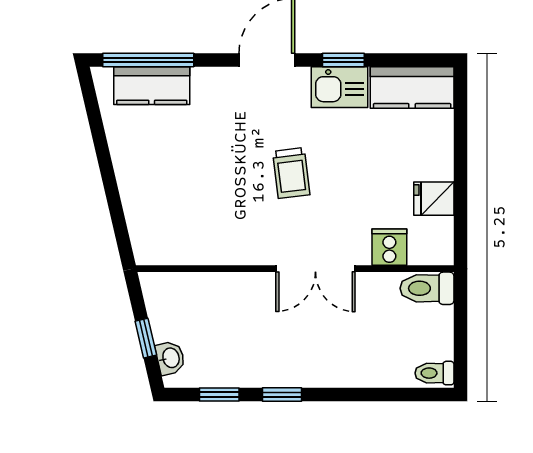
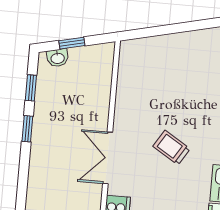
trolley: (291, 173) -> (172, 148), turned 39

